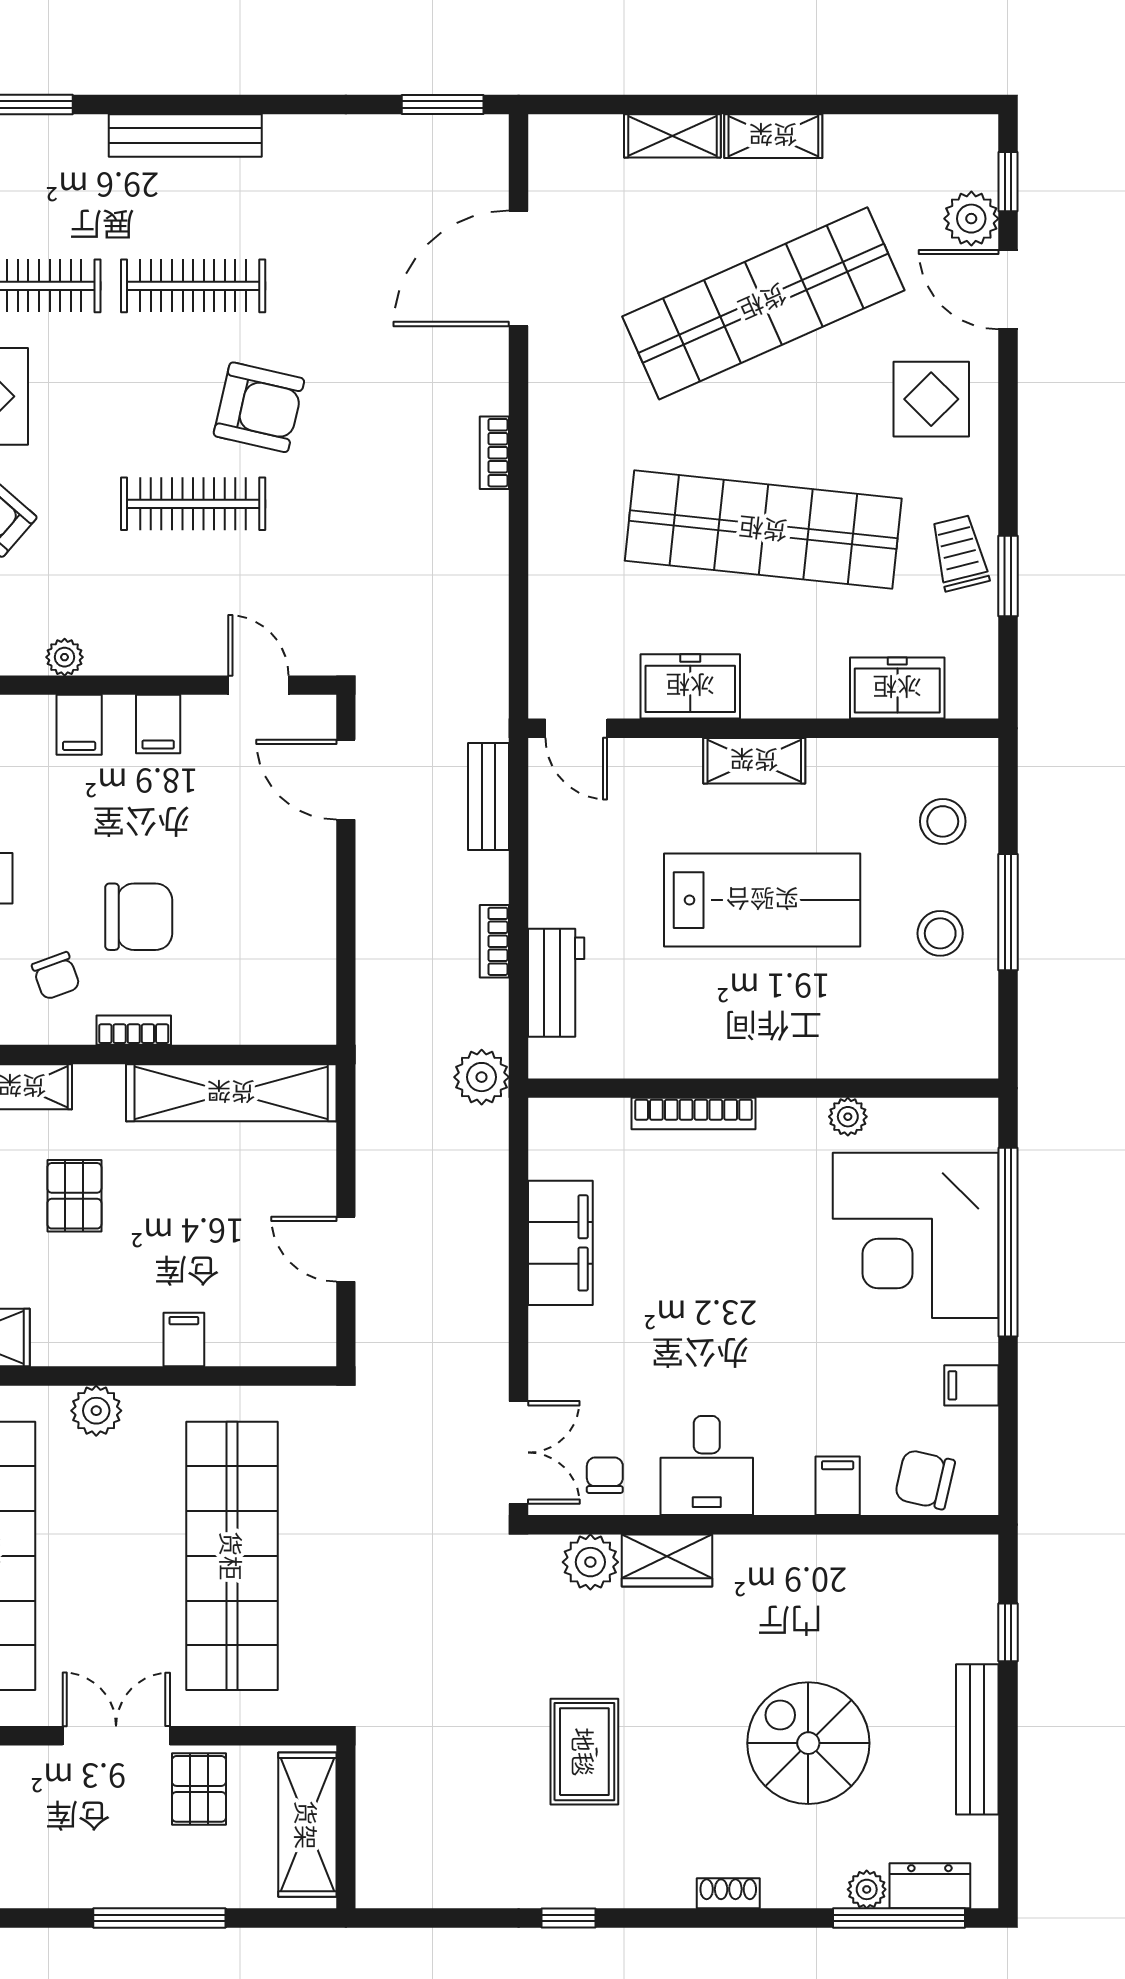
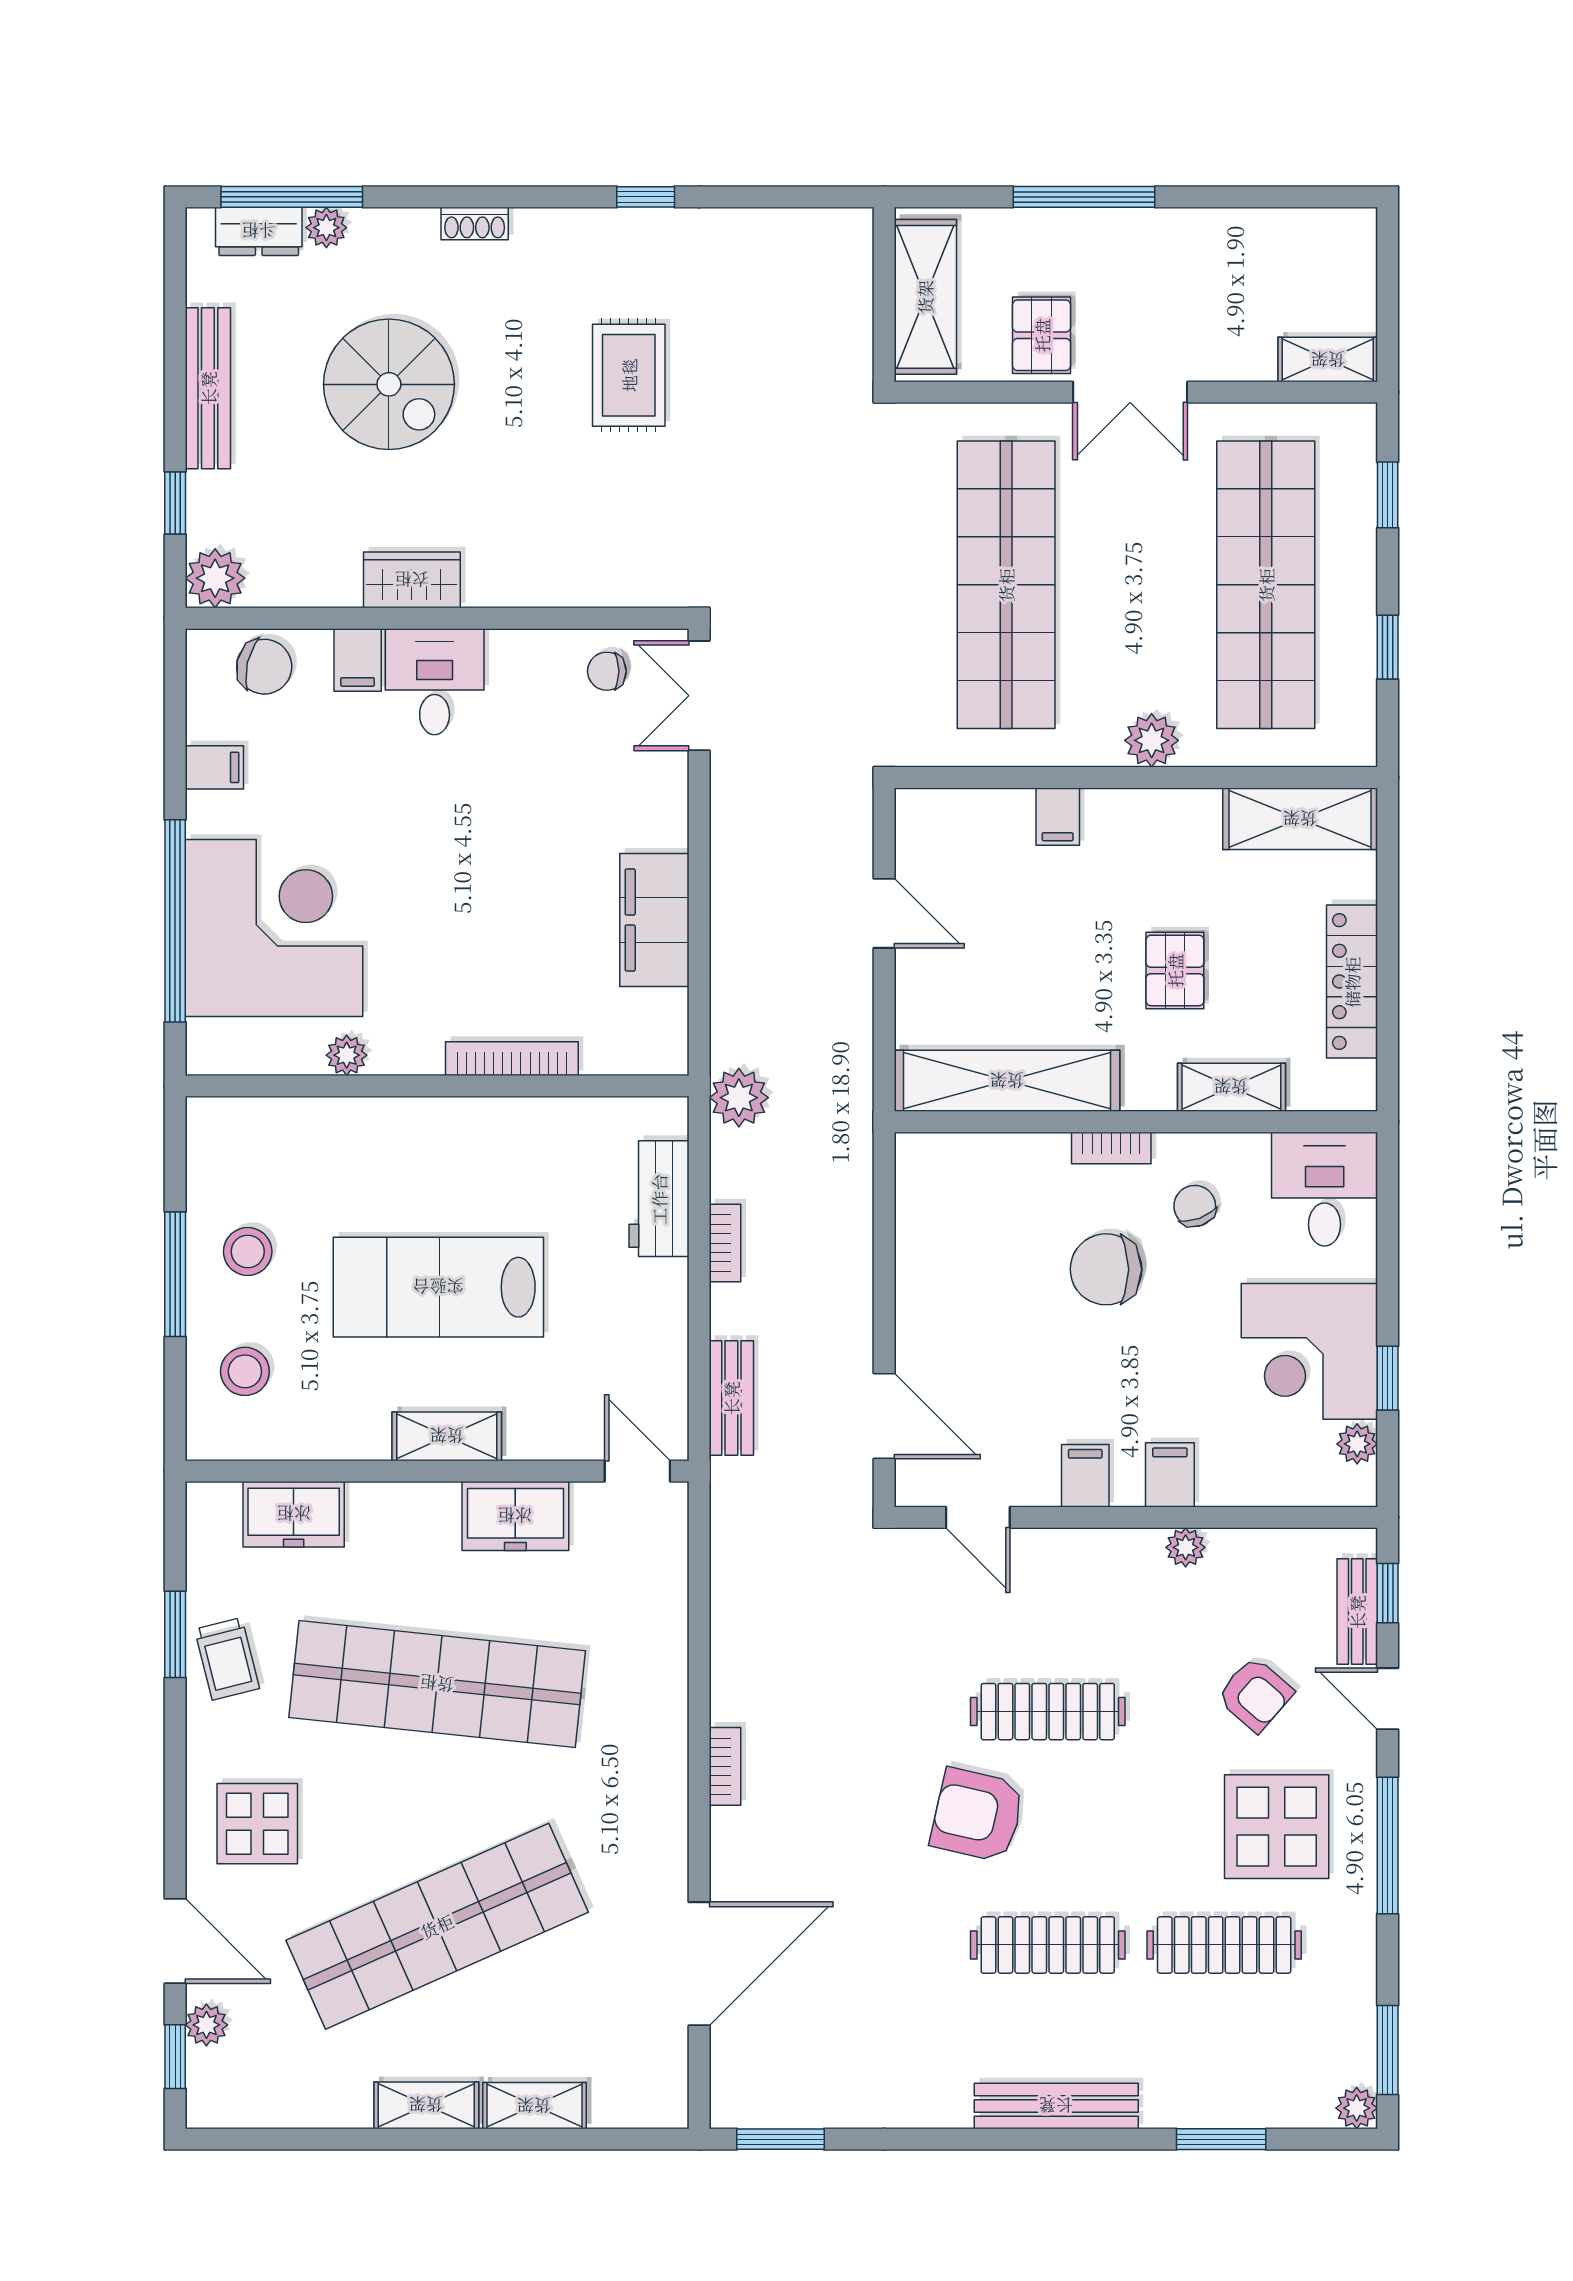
plant: (971, 219) -> (206, 2025), width x0.73, depth x0.73
desk: (707, 1465) -> (435, 682), moved
chair: (605, 1475) -> (607, 671), turned 90
wardrobe: (667, 1560) -> (412, 580), moved
plant: (590, 1562) -> (215, 578), moved

